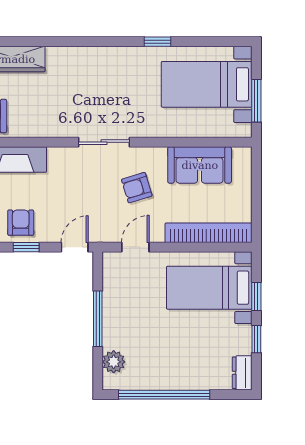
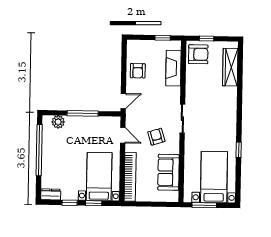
armchair: (21, 223) -> (138, 71), turned 90
window: (26, 247) -> (124, 74), removed
door: (75, 247) -> (123, 101), hinge flipped

